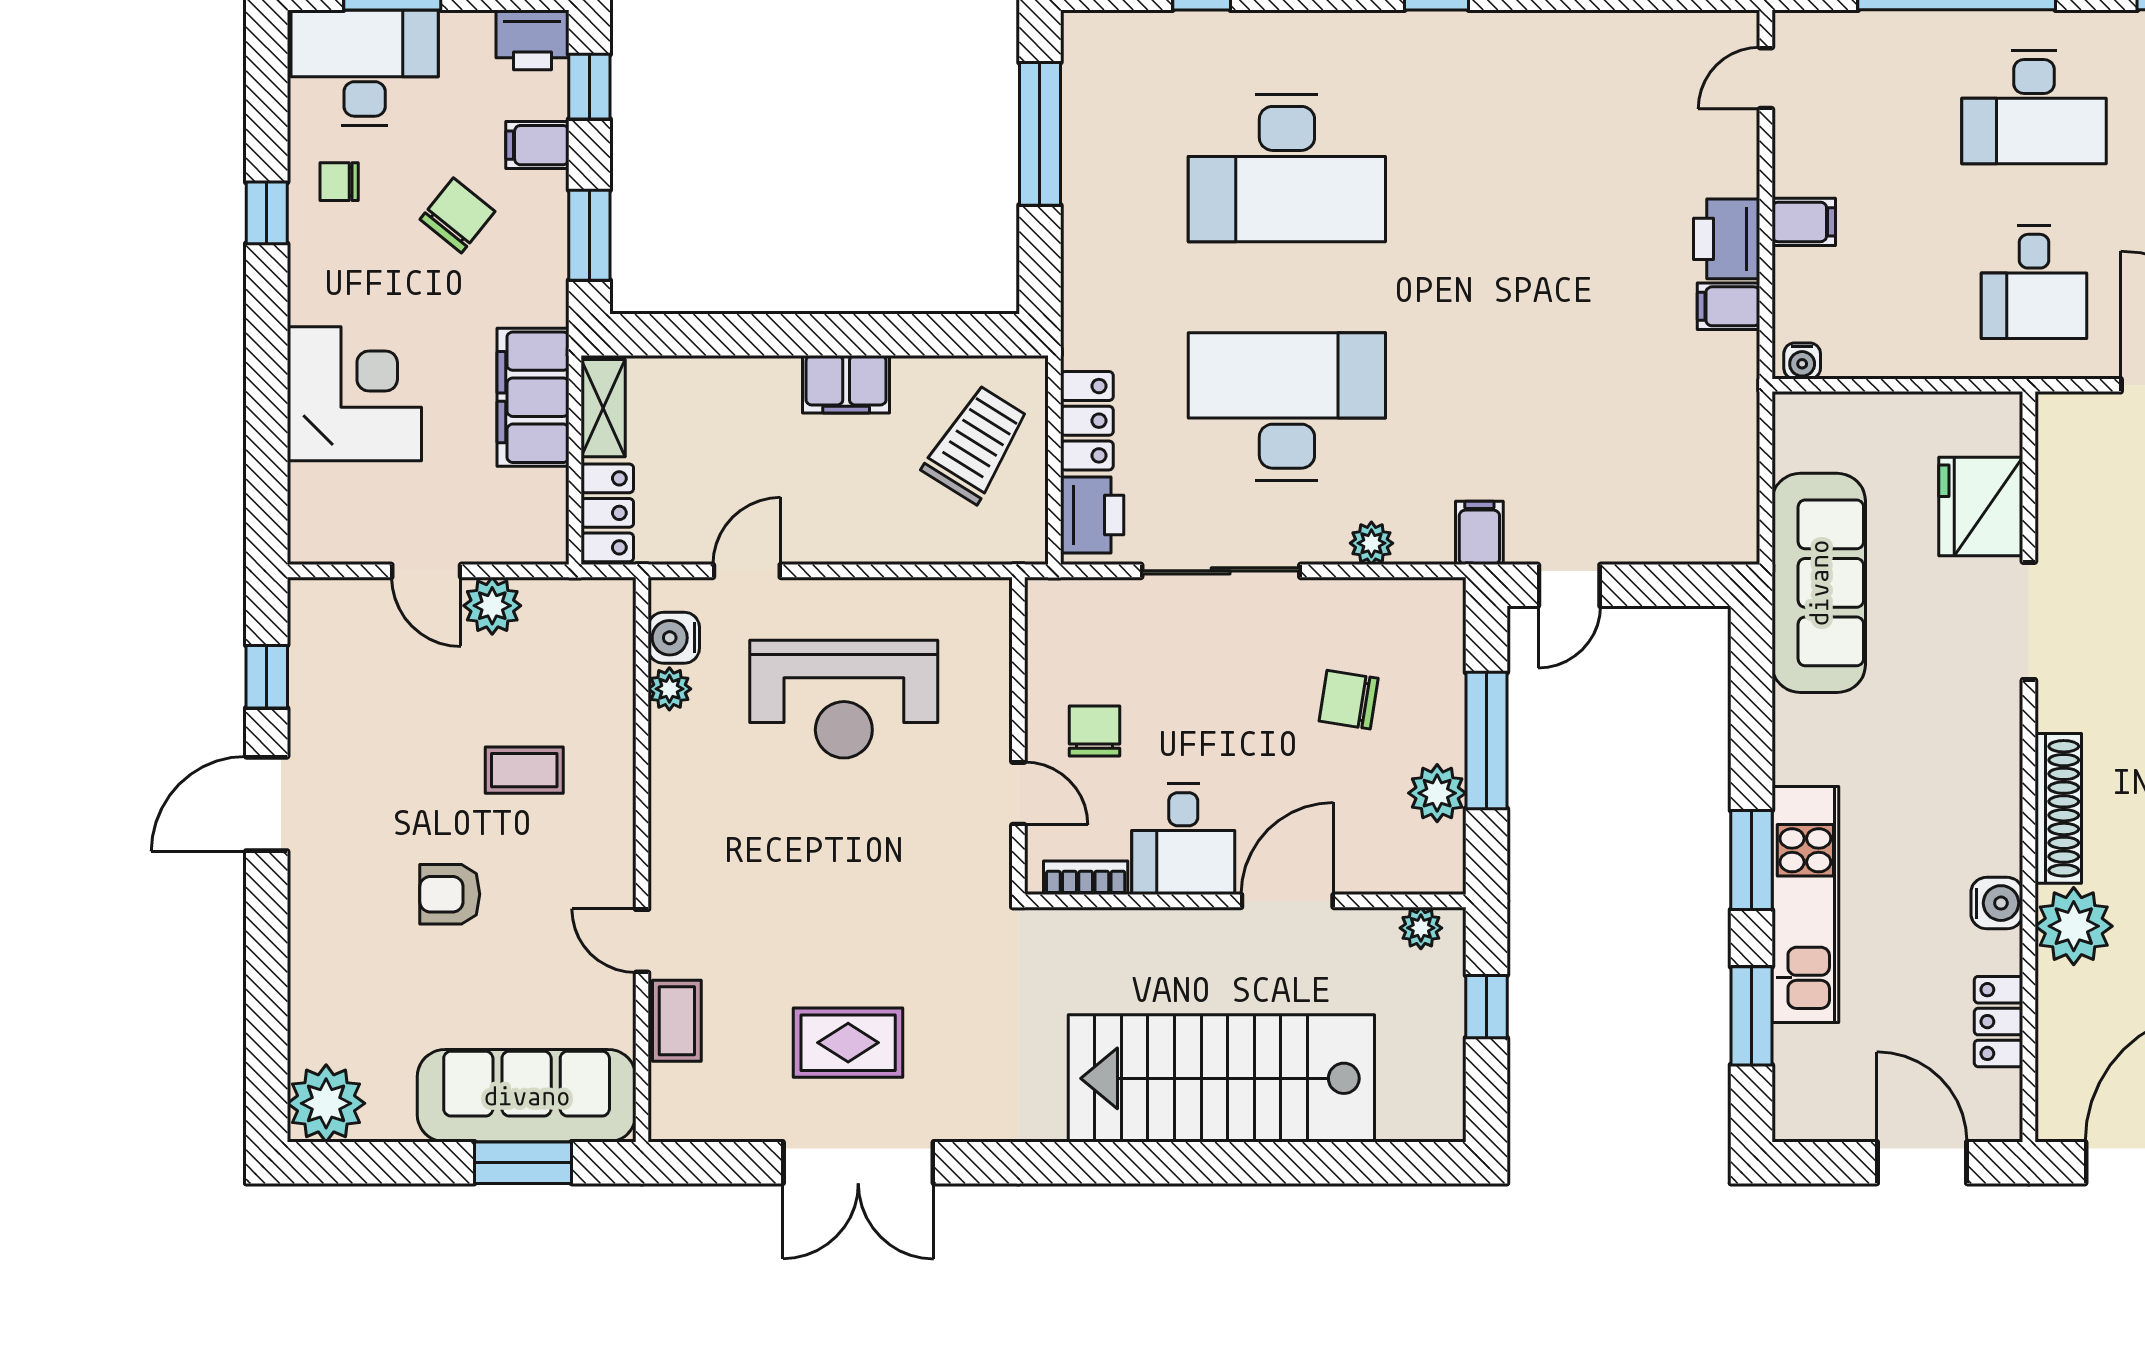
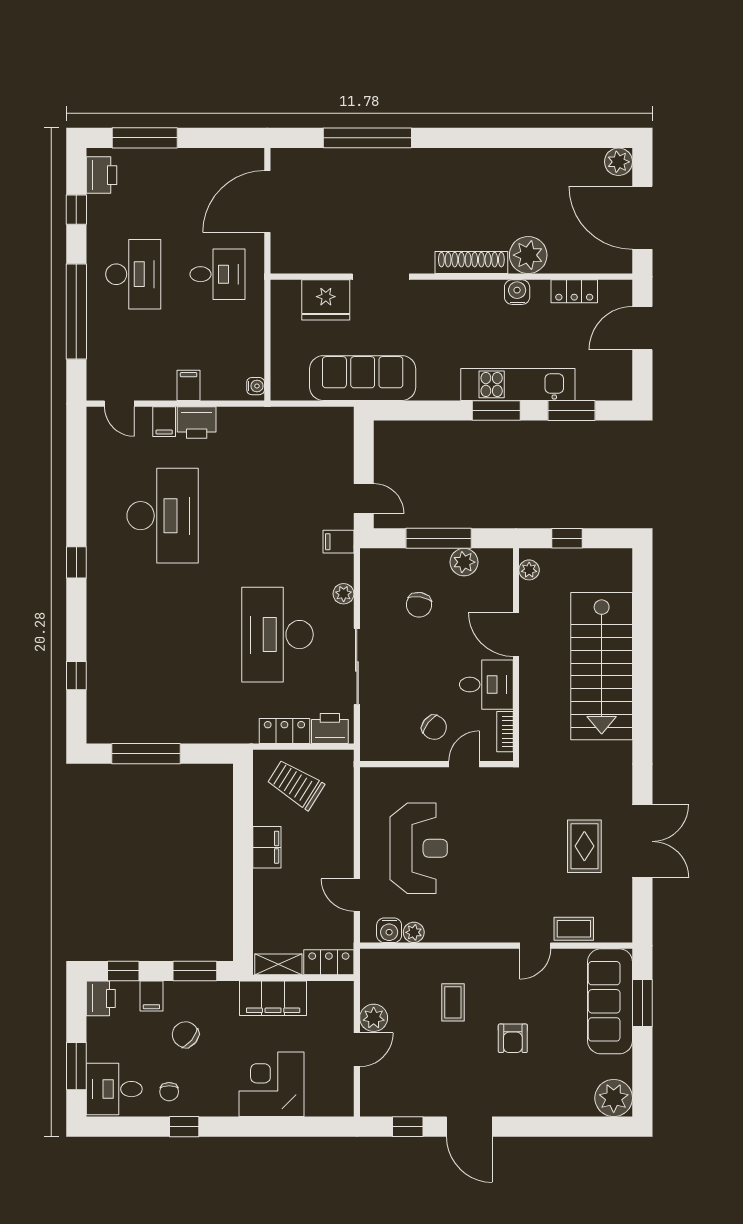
desk: (365, 68) -> (114, 1089), width x0.73
desk: (1287, 168) -> (163, 516), moved
filing cabinet: (1729, 306) -> (164, 422), moved
chair: (1094, 731) -> (434, 727), turned -142

